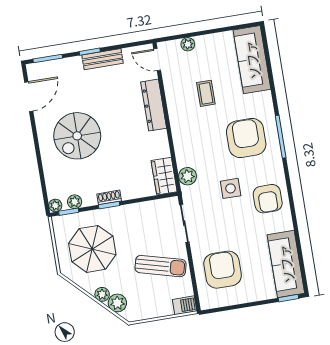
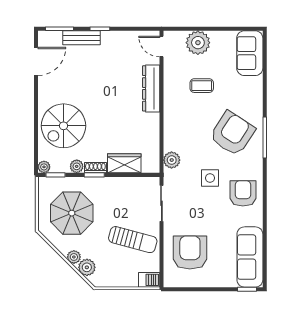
plant: (188, 44) -> (198, 43), width x1.87, depth x1.87
bench: (103, 59) -> (81, 38), moved
sofa: (252, 60) -> (250, 53), width x0.73
coffee table: (206, 93) -> (202, 86), turned 90
spiral stairs: (77, 136) -> (64, 126), moved
armchair: (246, 138) -> (232, 133), turned 33
wardrobe: (164, 176) -> (124, 163), moved, turned 90
armchair: (268, 199) -> (243, 193), turned 180
plant: (75, 202) -> (77, 166), moved

